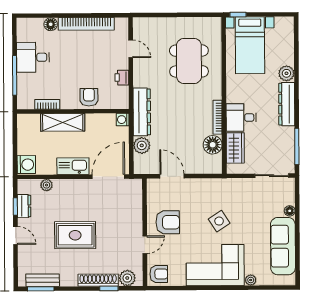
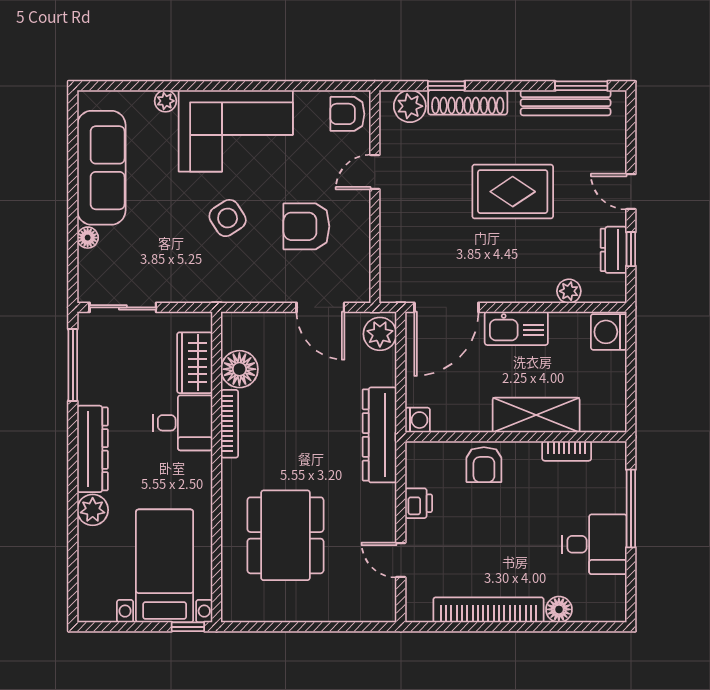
plant: (142, 145) -> (380, 334), moved
armchair: (168, 222) -> (306, 226), moved
bench: (43, 280) -> (566, 103), width x1.36

